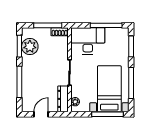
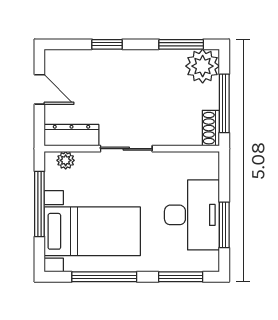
window: (106, 25) -> (224, 225), width x0.69
desk: (88, 41) -> (192, 215), moved
plant: (30, 46) -> (203, 66), moved
window: (19, 82) -> (107, 44), width x0.46
window: (107, 114) -> (39, 204), moved

